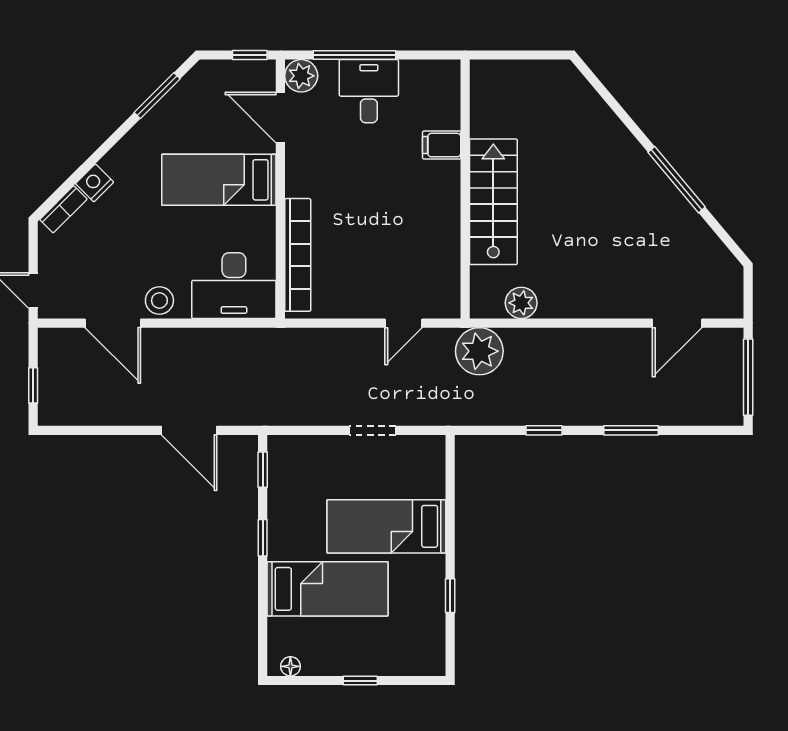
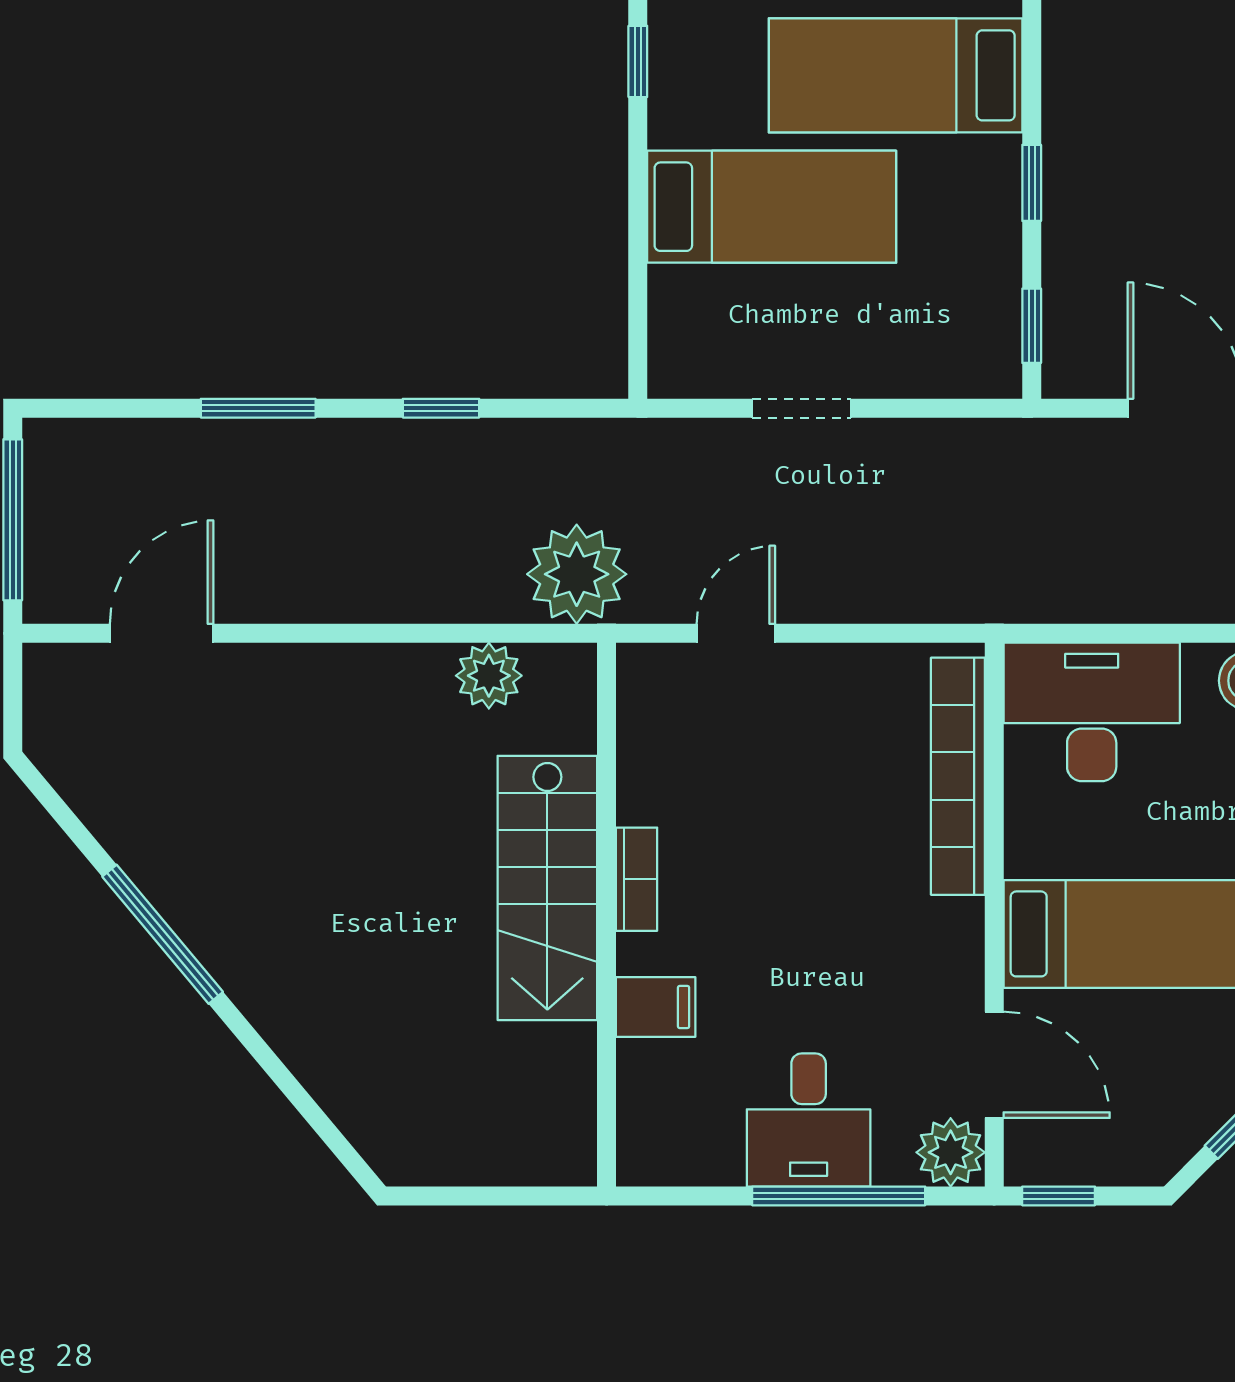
bookcase: (451, 206) -> (637, 879), added

